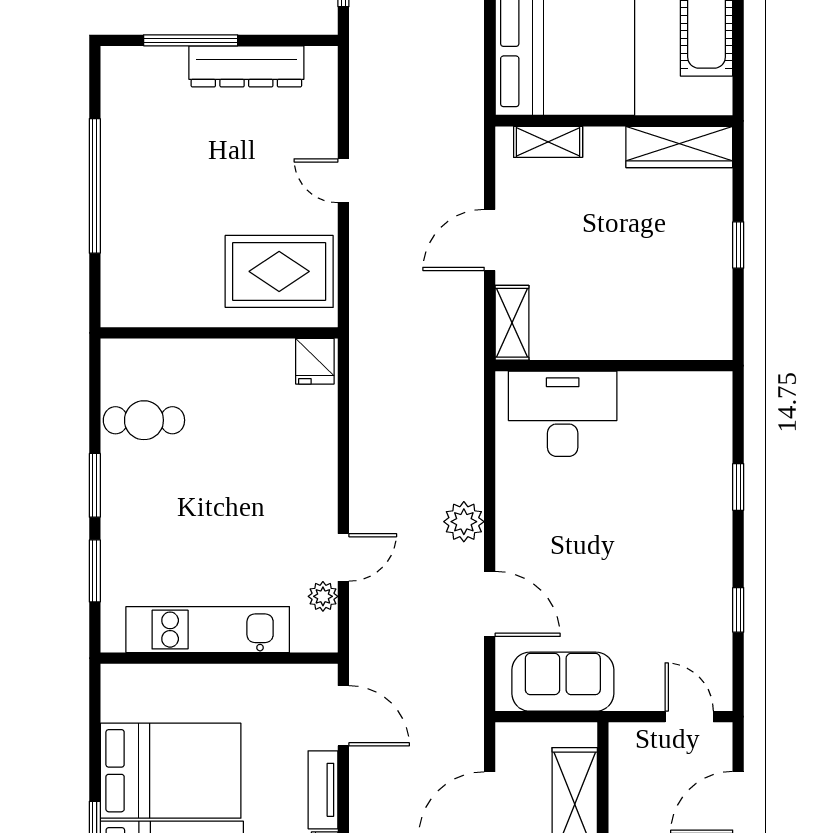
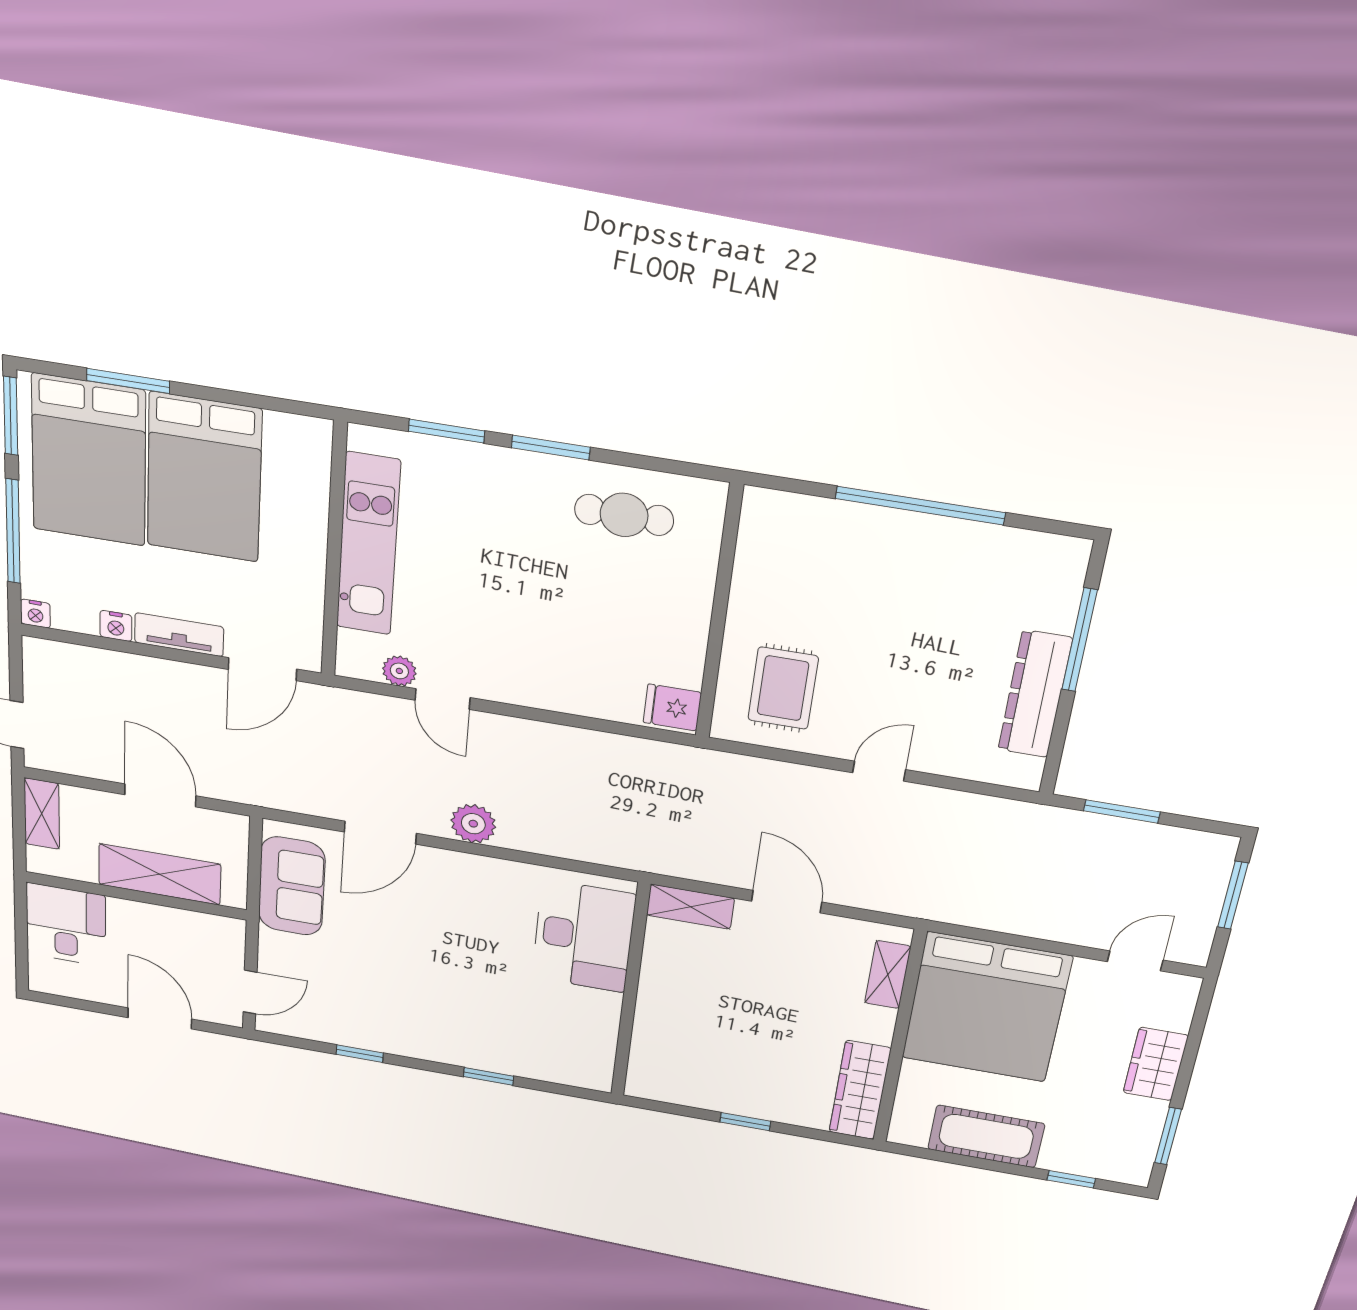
rug: (279, 271) -> (783, 688), width x0.73, depth x0.70
cafe table: (144, 420) -> (624, 515), turned 90

